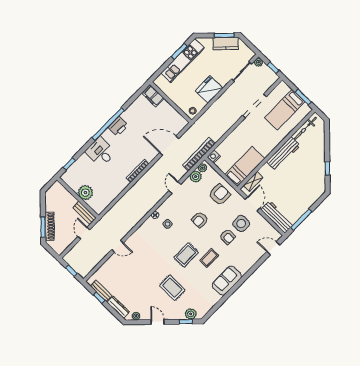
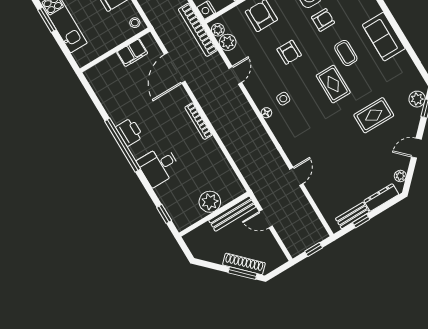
filing cabinet: (153, 96) -> (132, 53), moved
door: (175, 188) -> (235, 75), swing flipped
bench: (85, 213) -> (232, 214), width x1.36

